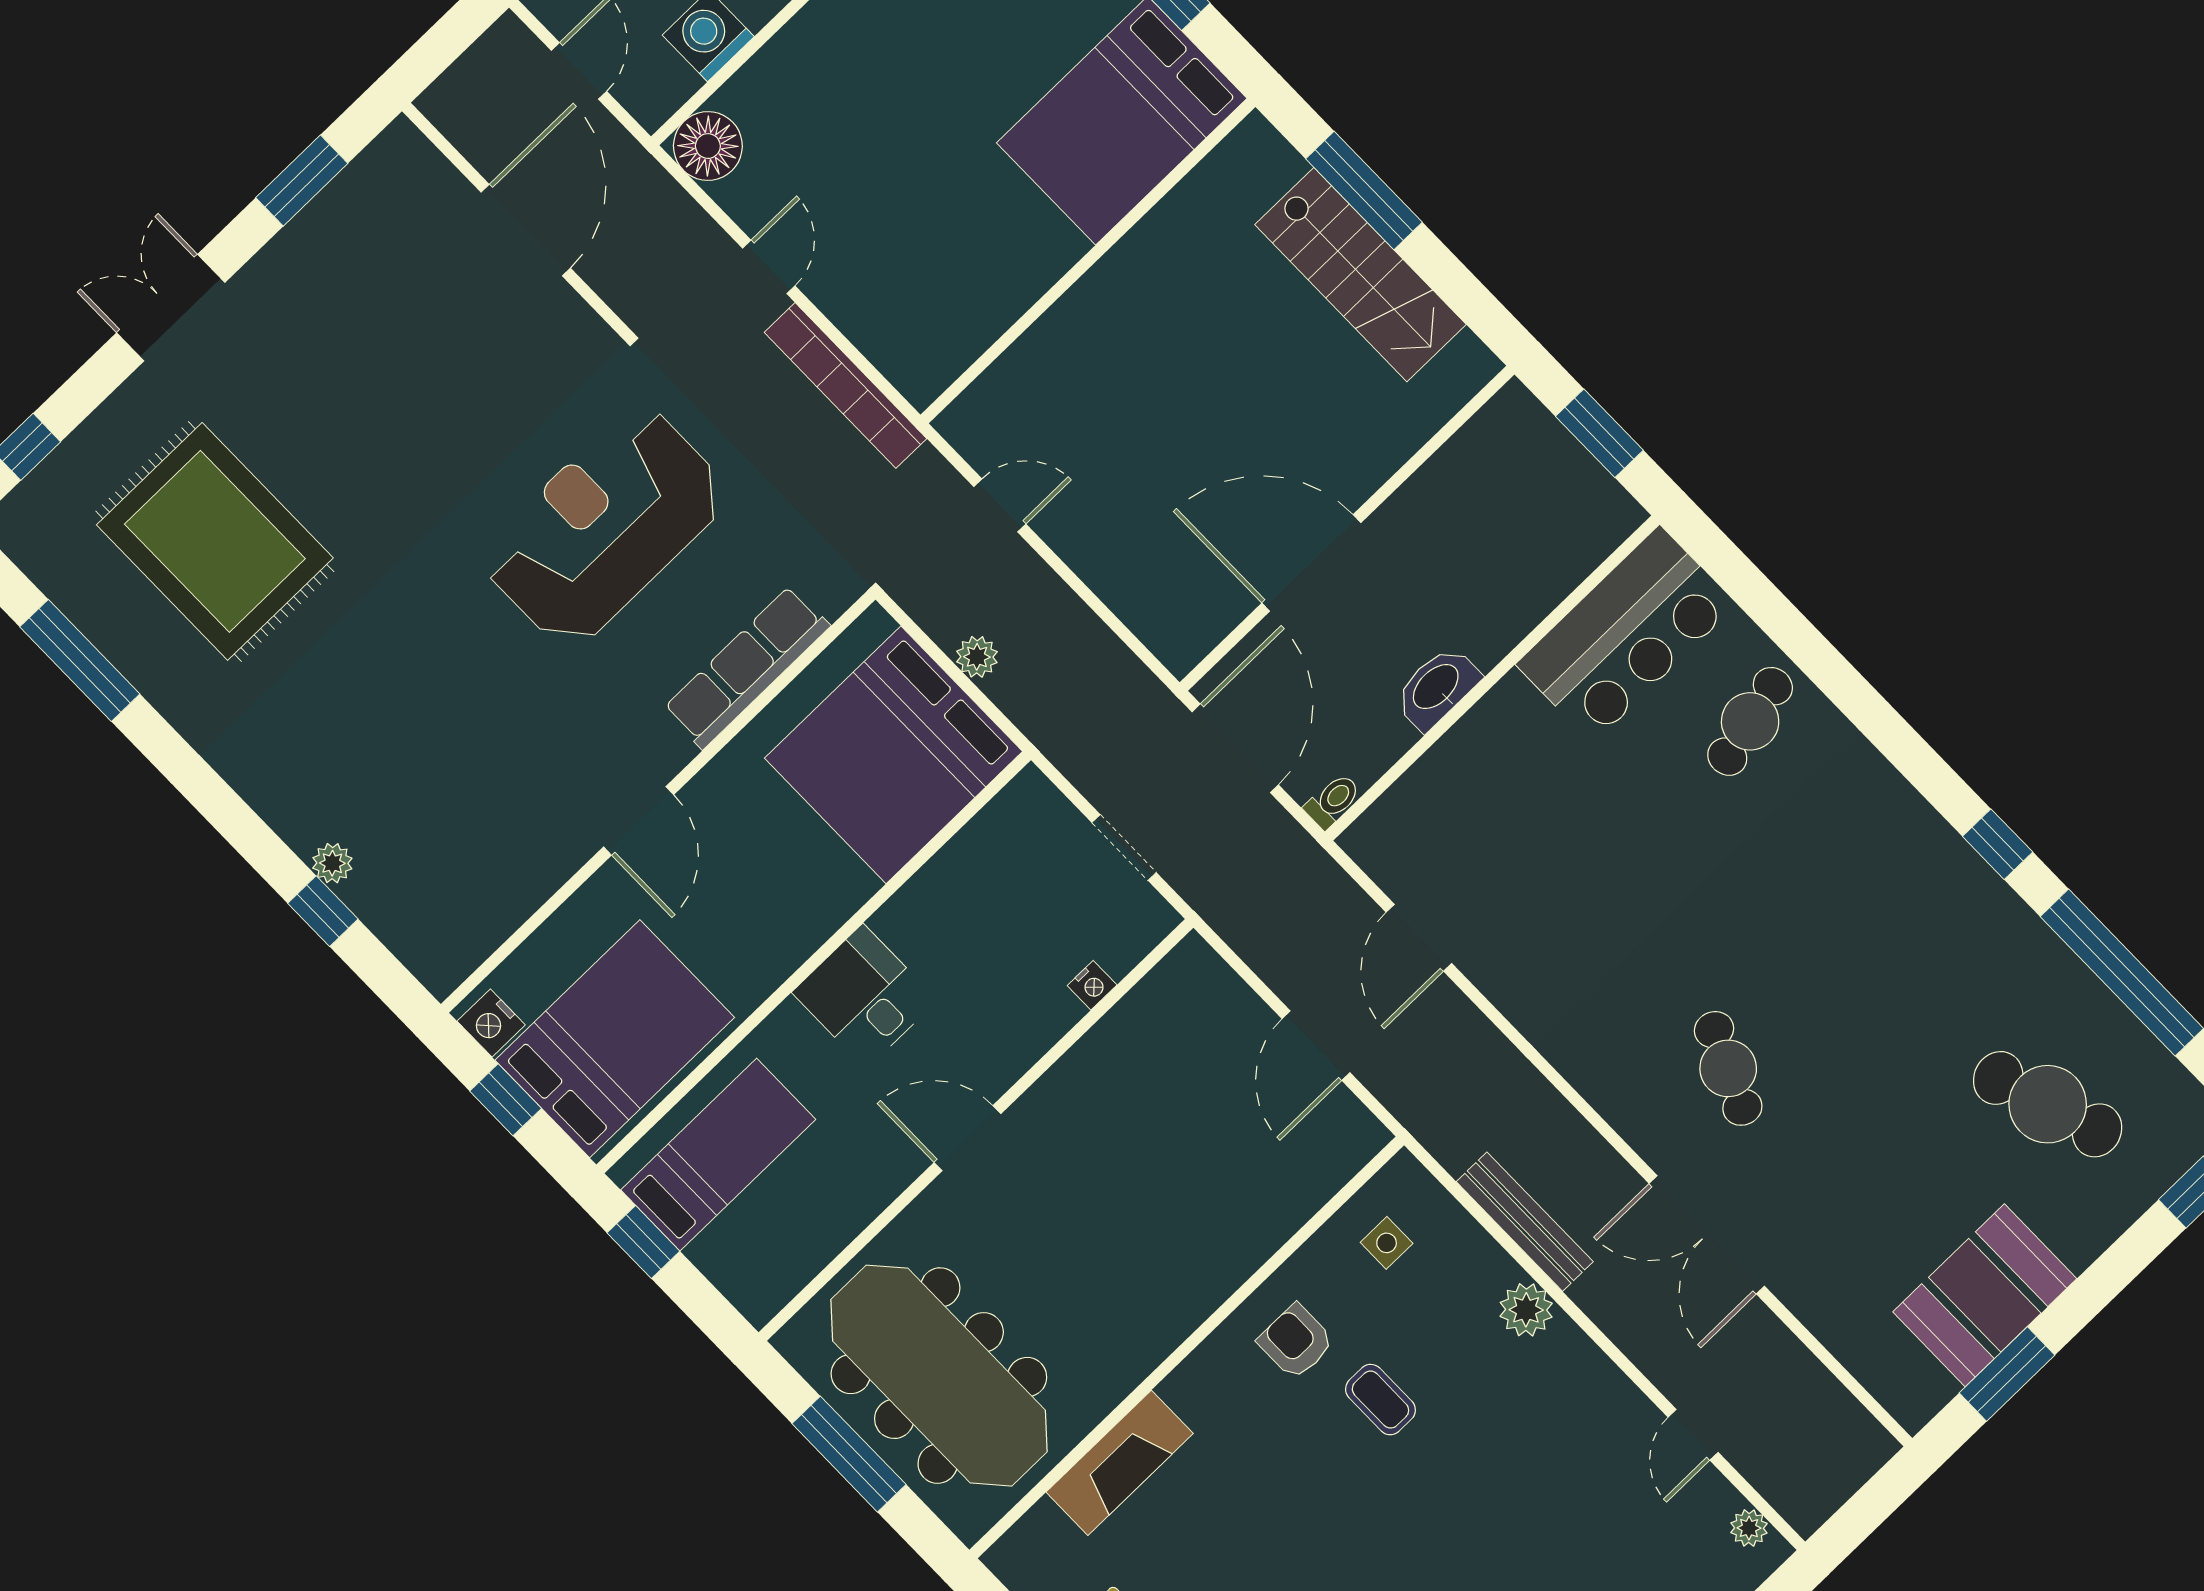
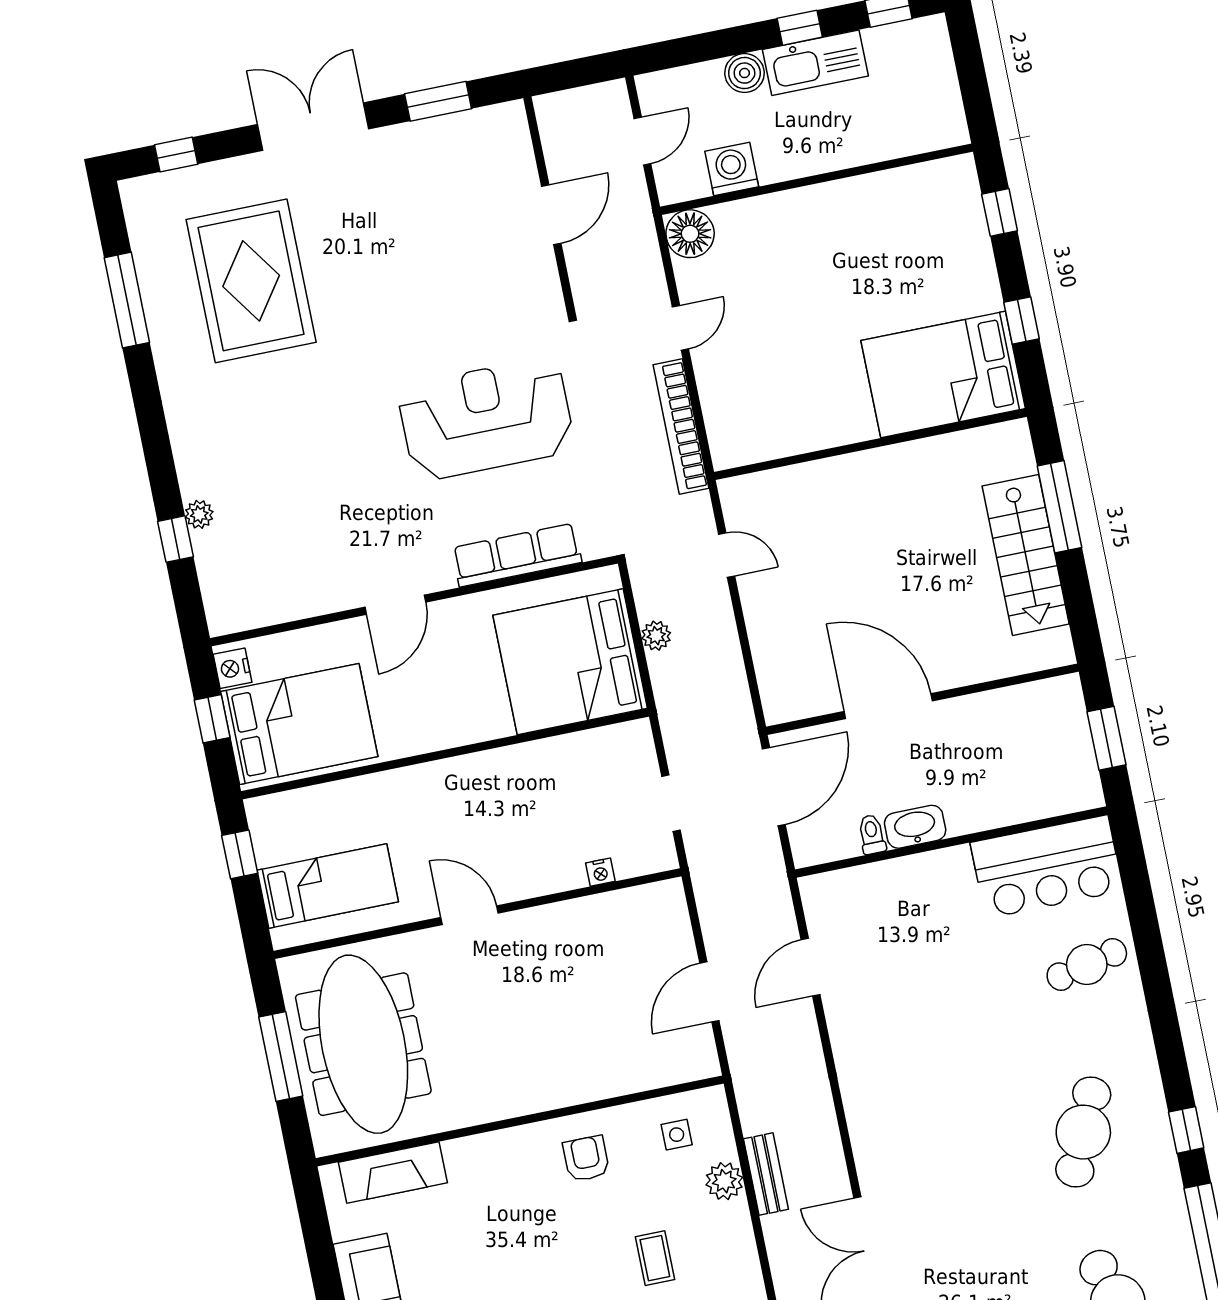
door: (526, 230) -> (551, 215), width x0.73
double door: (171, 308) -> (313, 127), width x1.37
toilet: (1333, 801) -> (872, 834), moved, turned -90
desk: (865, 996) -> (462, 793), removed
cafe table: (1728, 1068) -> (1083, 1132), moved, width x1.37, depth x1.35
bed: (718, 1155) -> (328, 886), moved
bench: (1525, 1222) -> (766, 1174), width x0.73
plant: (1526, 1310) -> (724, 1181), moved
coffee table: (1380, 1400) -> (655, 1258), moved
fireplace: (1120, 1463) -> (393, 1173), moved

